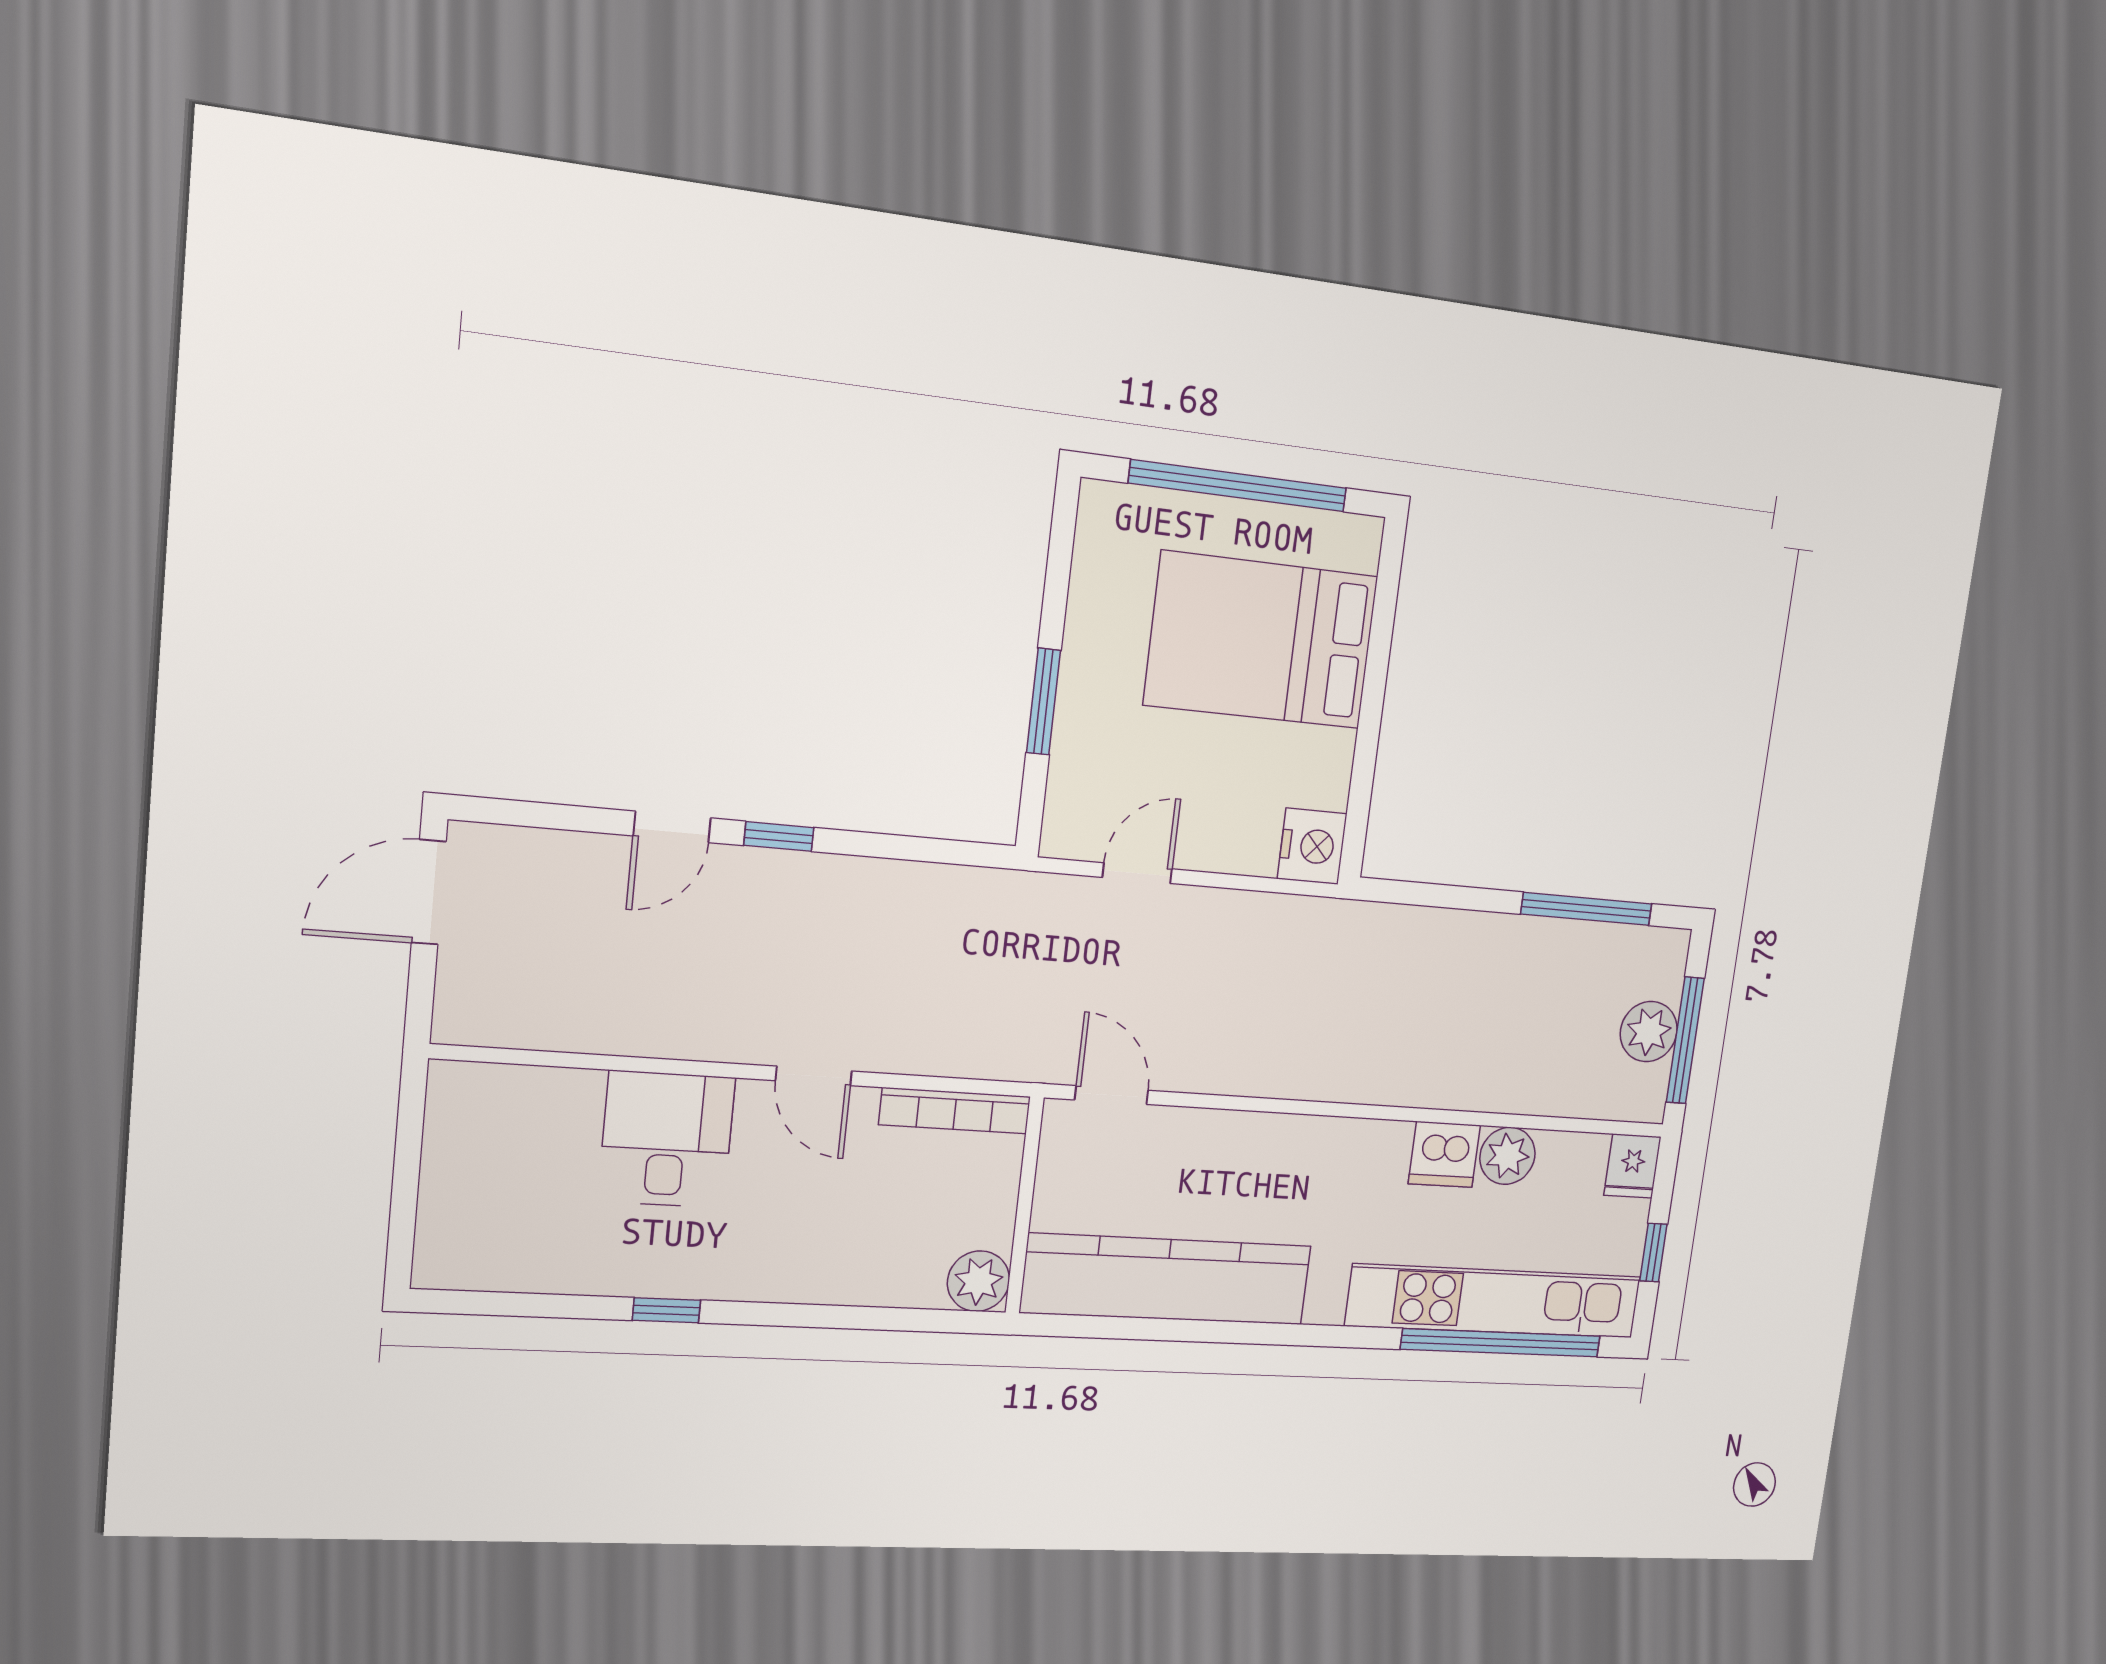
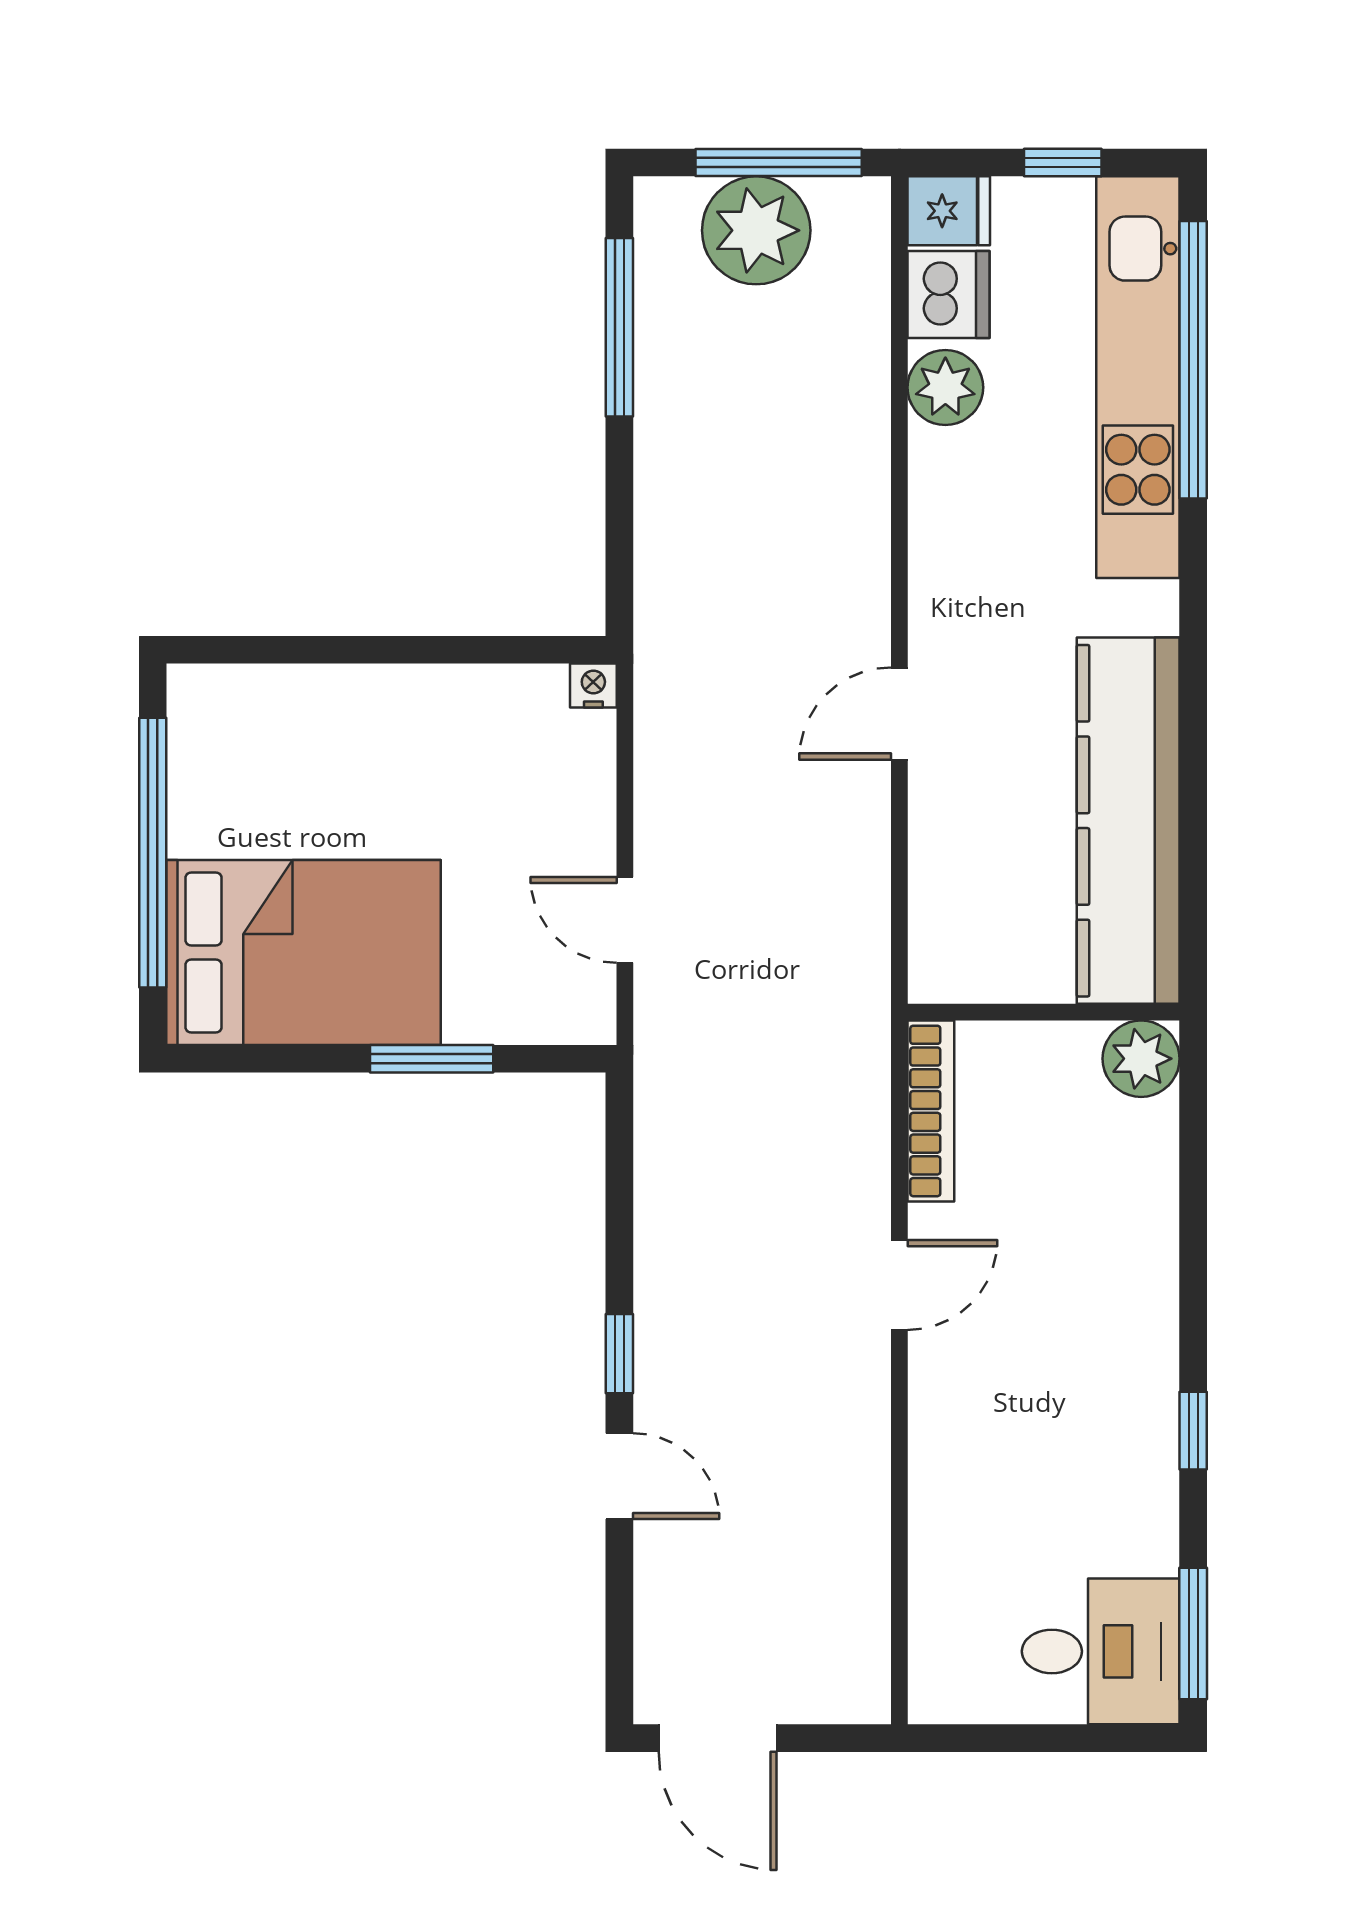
bed: (1261, 640) -> (304, 952), moved, turned -90
nightstand: (1312, 846) -> (593, 686), width x0.53, depth x0.56
plant: (1649, 1032) -> (756, 230), width x1.36, depth x1.36
door: (1112, 1095) -> (899, 714), moved
desk: (667, 1139) -> (1101, 1651), moved, turned 180
dishwasher: (1444, 1154) -> (948, 294), moved
window: (490, 1303) -> (1193, 1634), added

